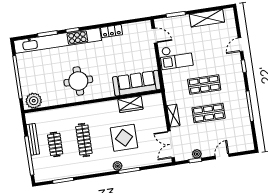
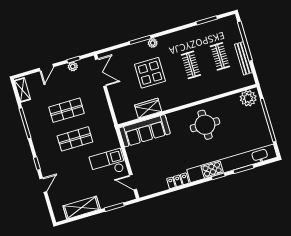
shelving: (173, 116) -> (22, 90), moved
clothes rail: (84, 140) -> (191, 65), width x0.73

